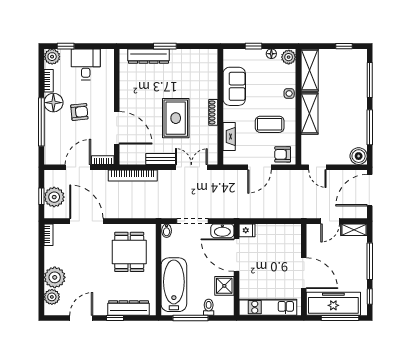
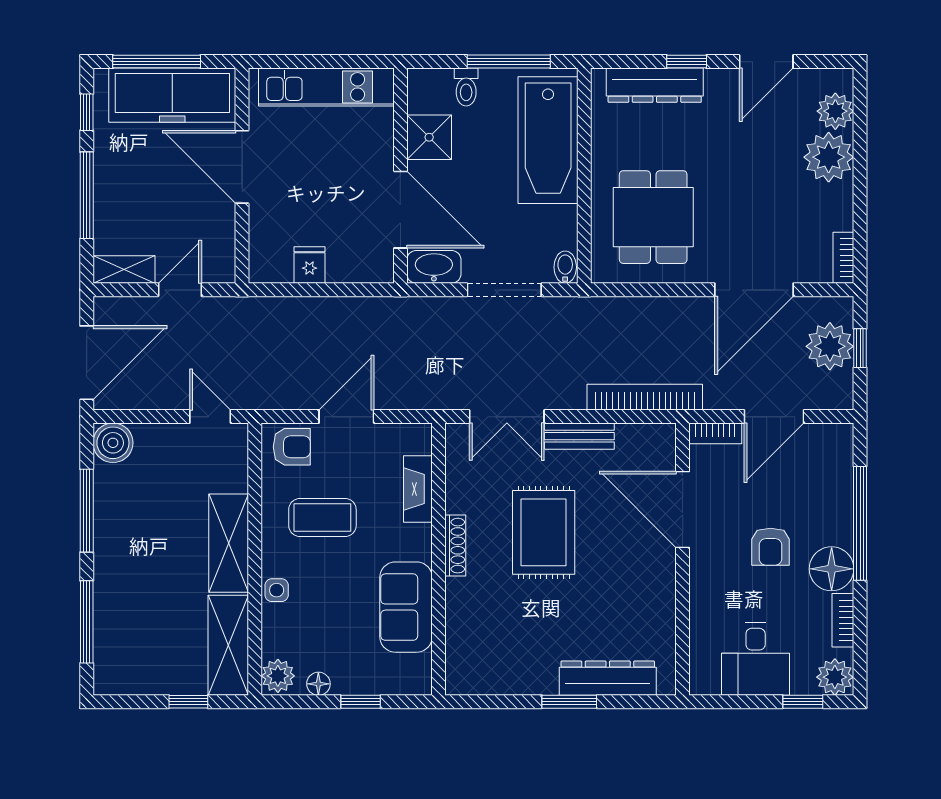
window: (344, 46) -> (188, 702), moved
armchair: (79, 112) -> (771, 547), turned -84
door: (86, 221) -> (754, 290), hinge flipped
fridge: (247, 230) -> (310, 265), moved, turned 90

